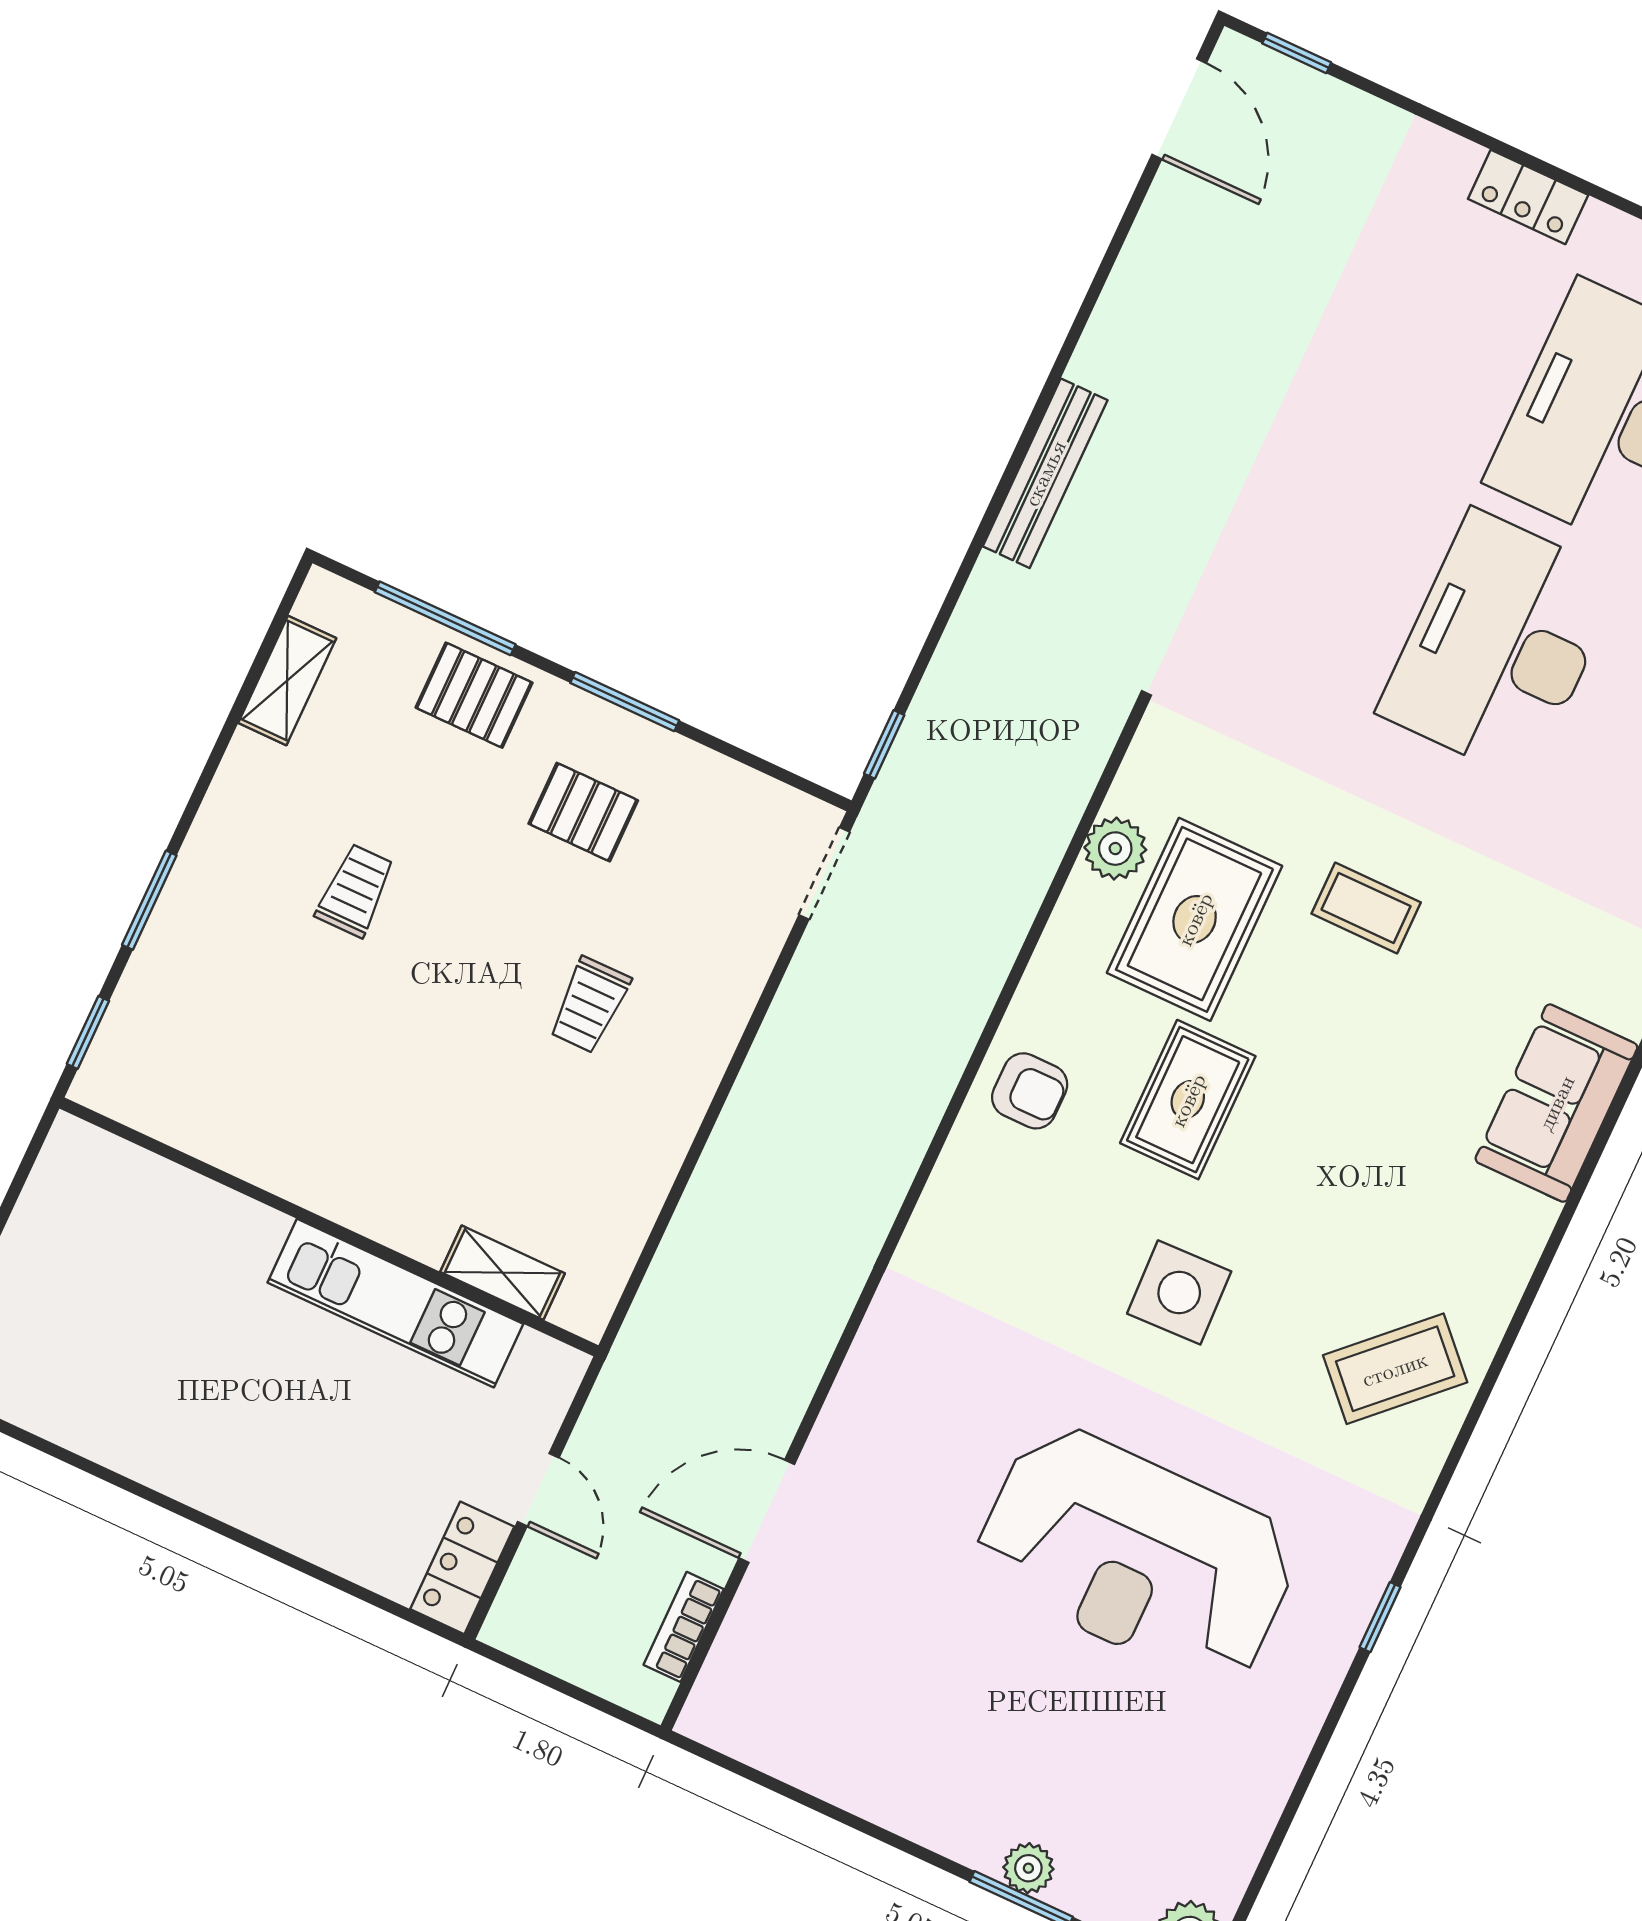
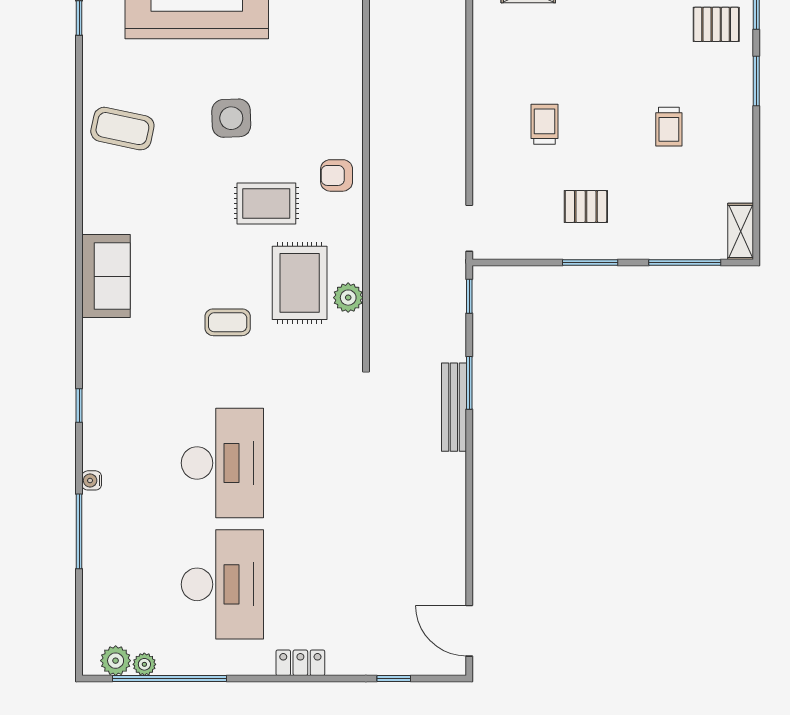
window: (1297, 53) -> (394, 679), moved
bench: (1045, 473) -> (454, 407), moved
window: (961, 580) -> (469, 383), added
shelving: (287, 680) -> (741, 231), moved
pallet: (474, 695) -> (716, 24), moved
rug: (1188, 1100) -> (266, 203), turned 90
coffee table: (1395, 1369) -> (122, 129), turned 56

